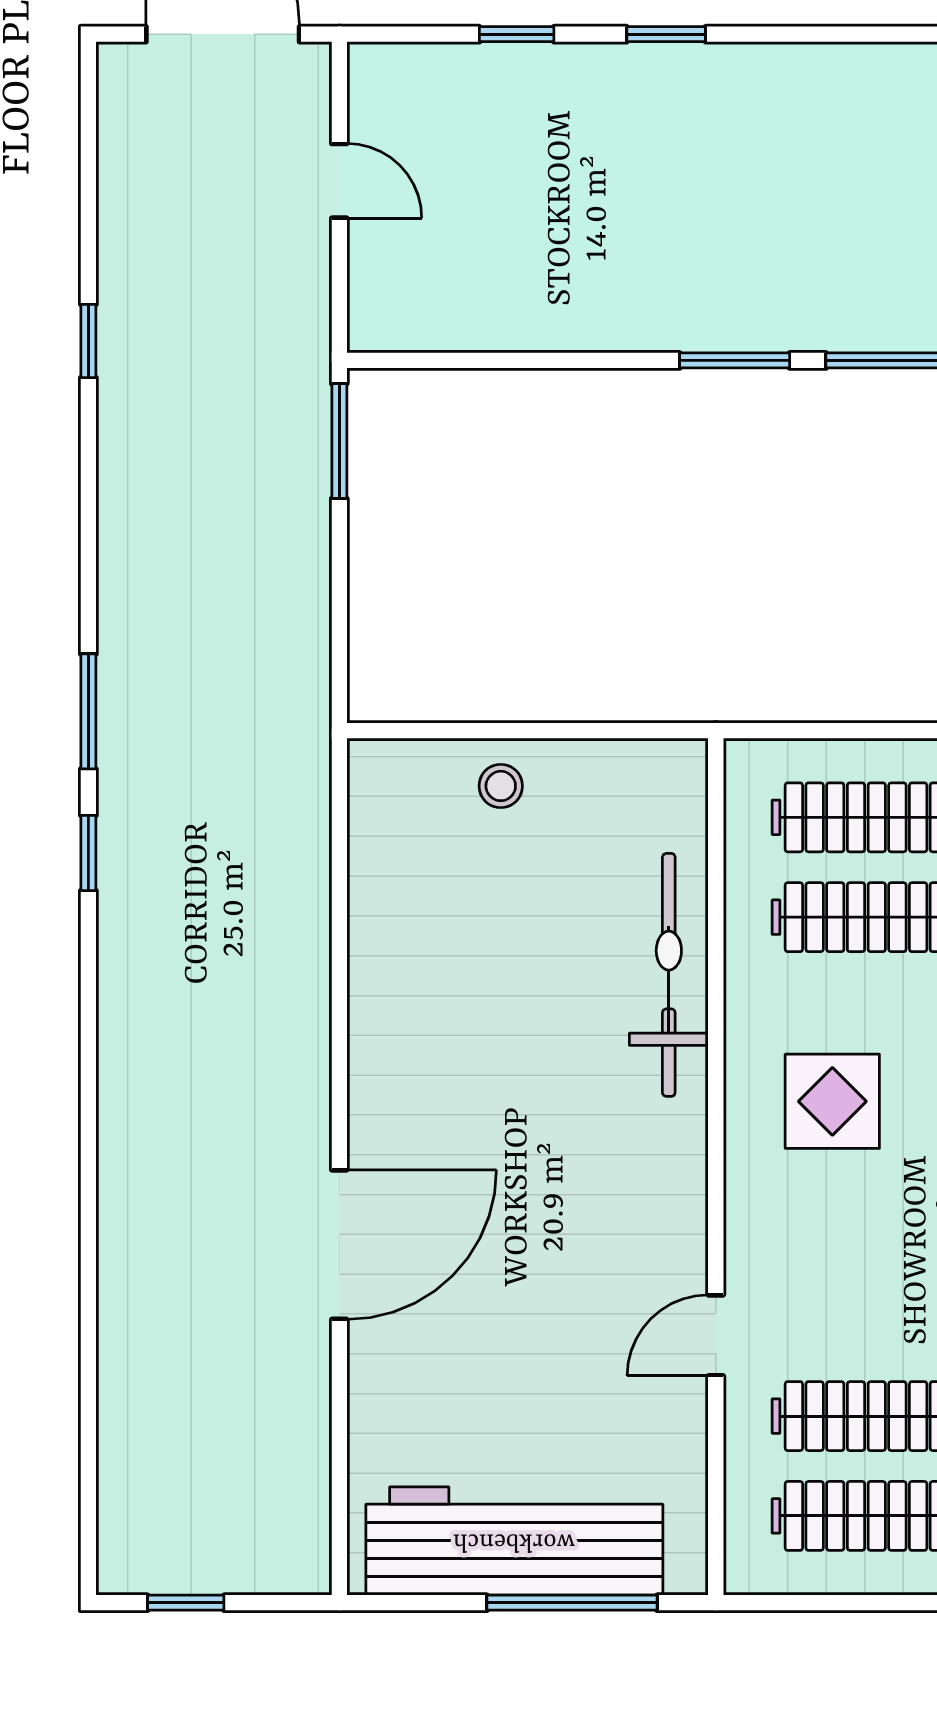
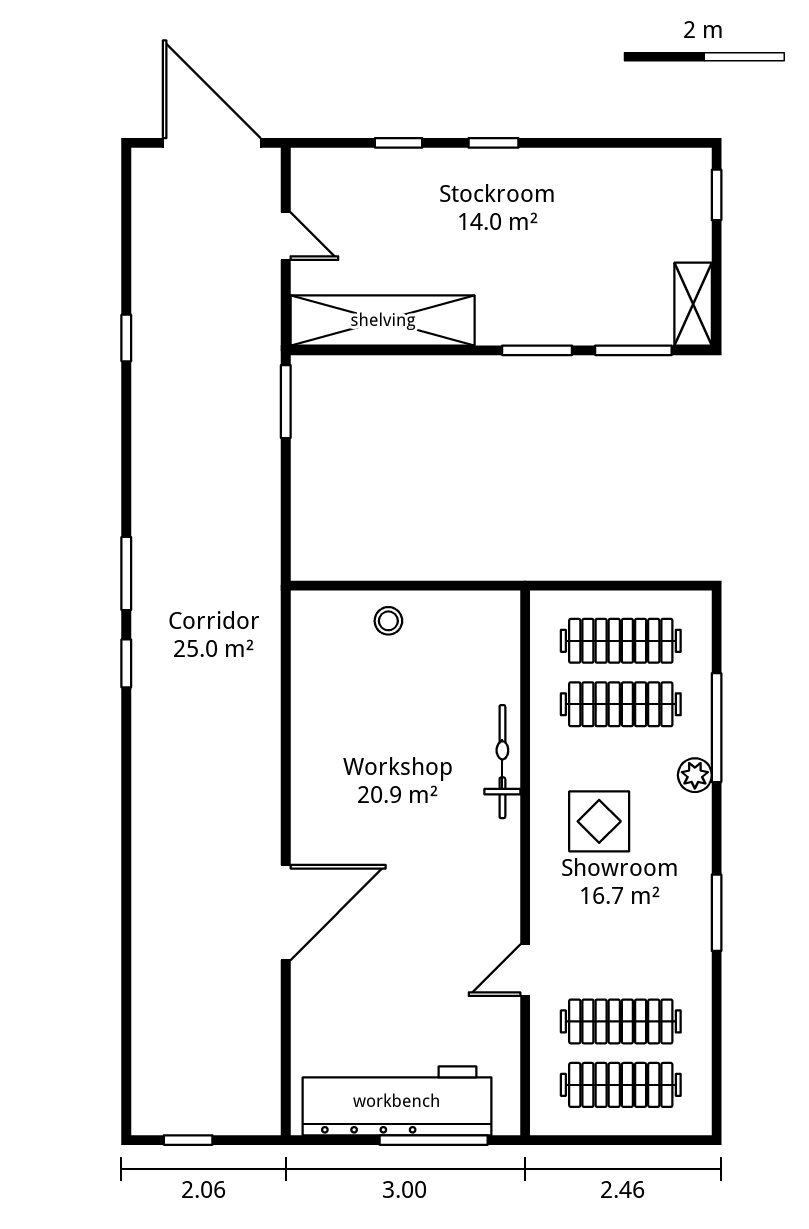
shelving: (492, 313) -> (383, 320), added
bicycle: (669, 975) -> (502, 762), width x0.73, depth x0.71

